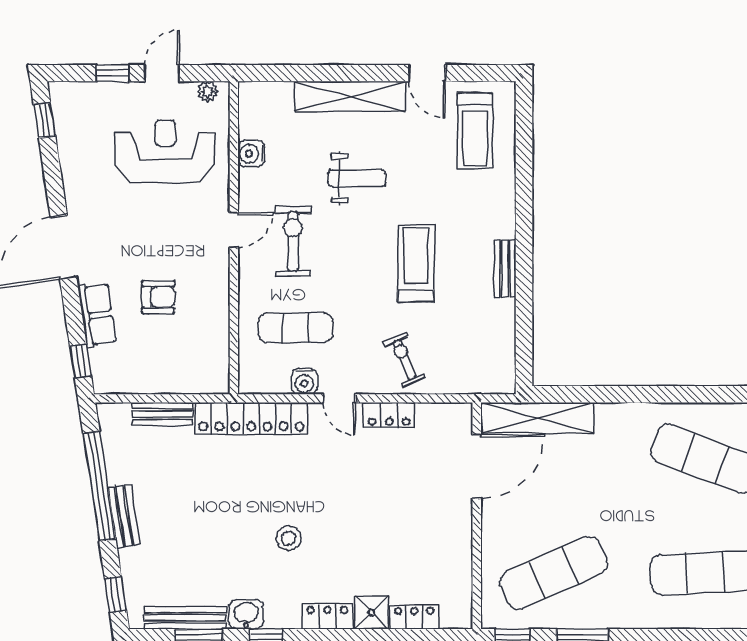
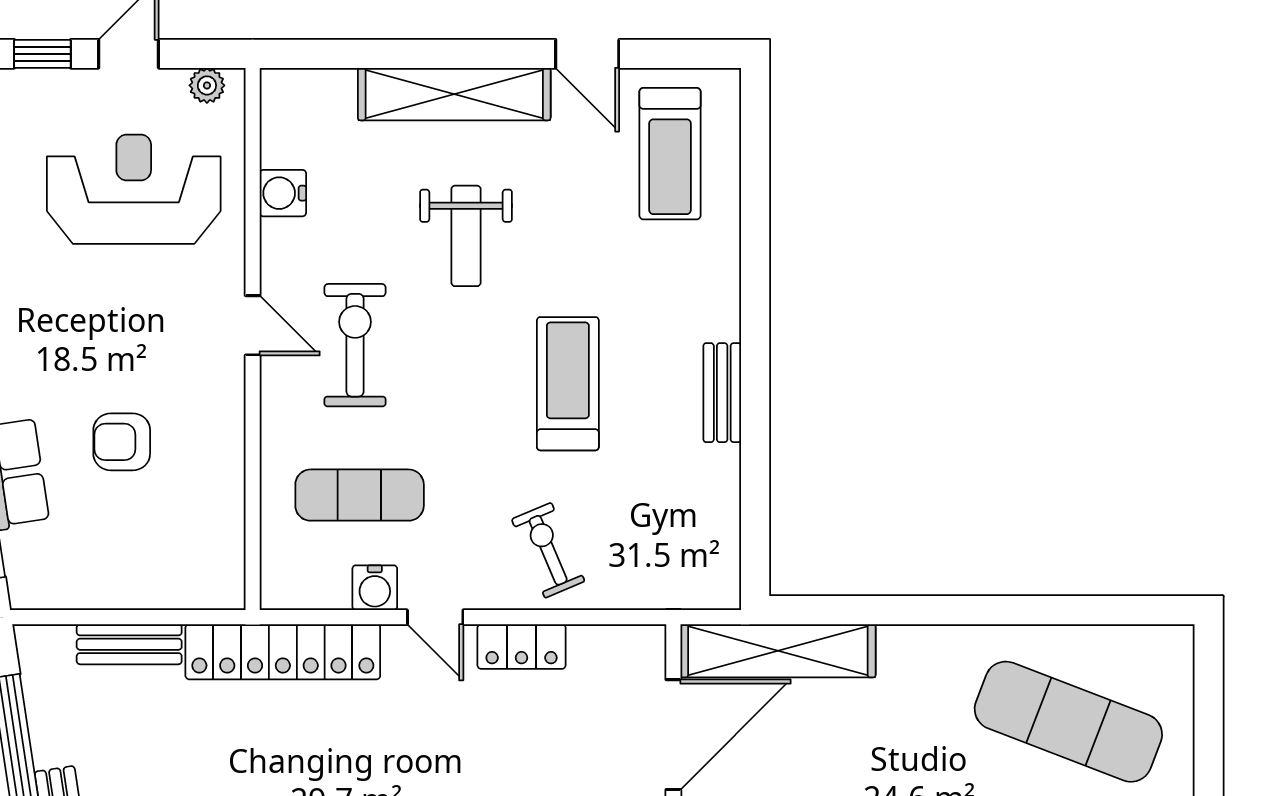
weight bench: (357, 178) -> (466, 236), turned 90
door: (234, 230) -> (253, 325), hinge flipped
armchair: (158, 297) -> (122, 442), turned 180

